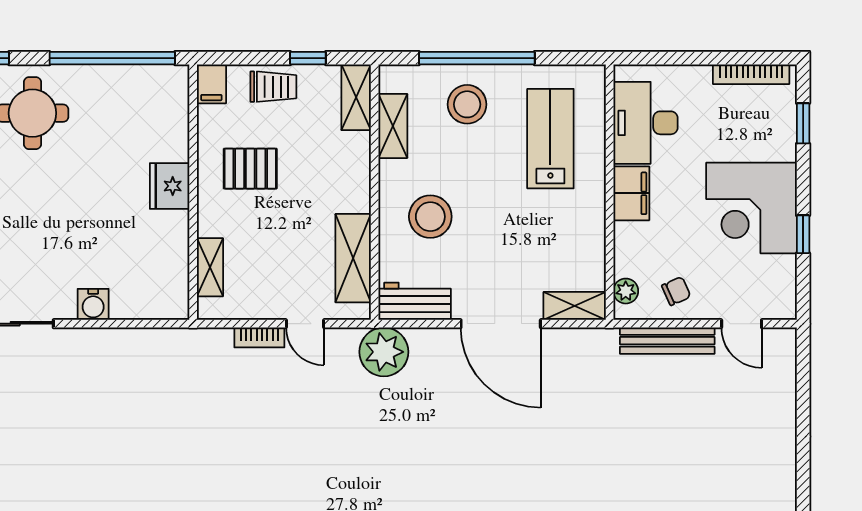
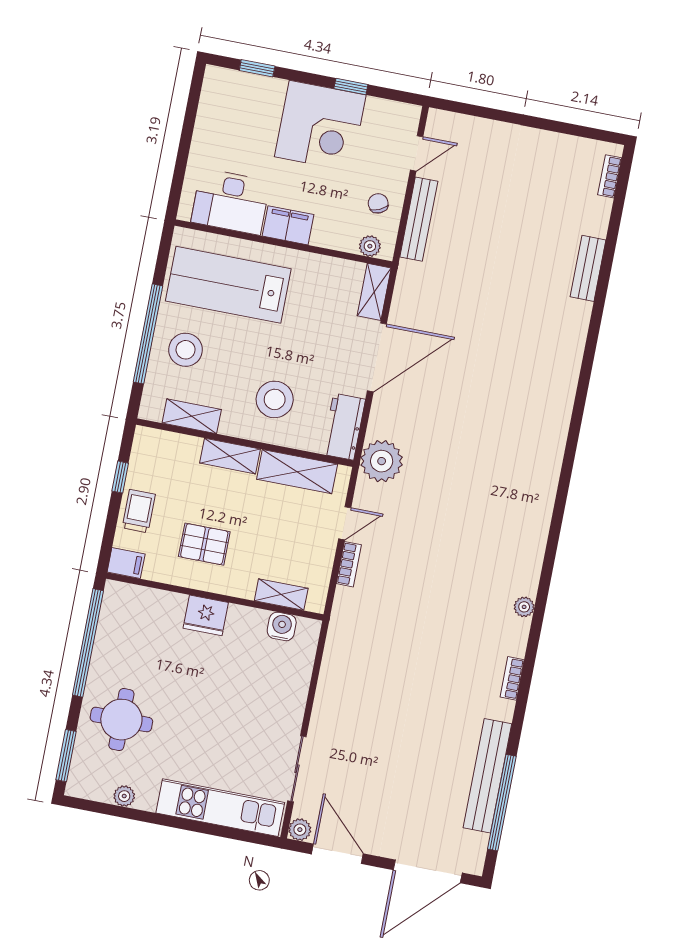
bookcase: (751, 74) -> (207, 104), removed
shelving: (356, 97) -> (230, 456), moved
lab bench: (550, 139) -> (228, 285), width x1.36, depth x1.39
pallet: (250, 169) -> (204, 544), turned 90
water cooler: (93, 304) -> (282, 626), moved, turned -90

